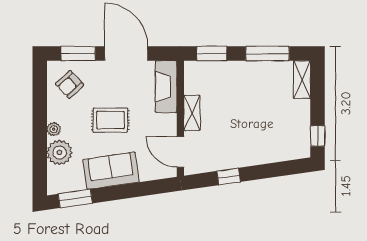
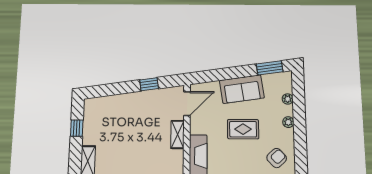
window: (318, 136) -> (77, 128), moved
plant: (59, 152) -> (288, 99), width x0.53, depth x0.53
door: (180, 152) -> (187, 104), hinge flipped

